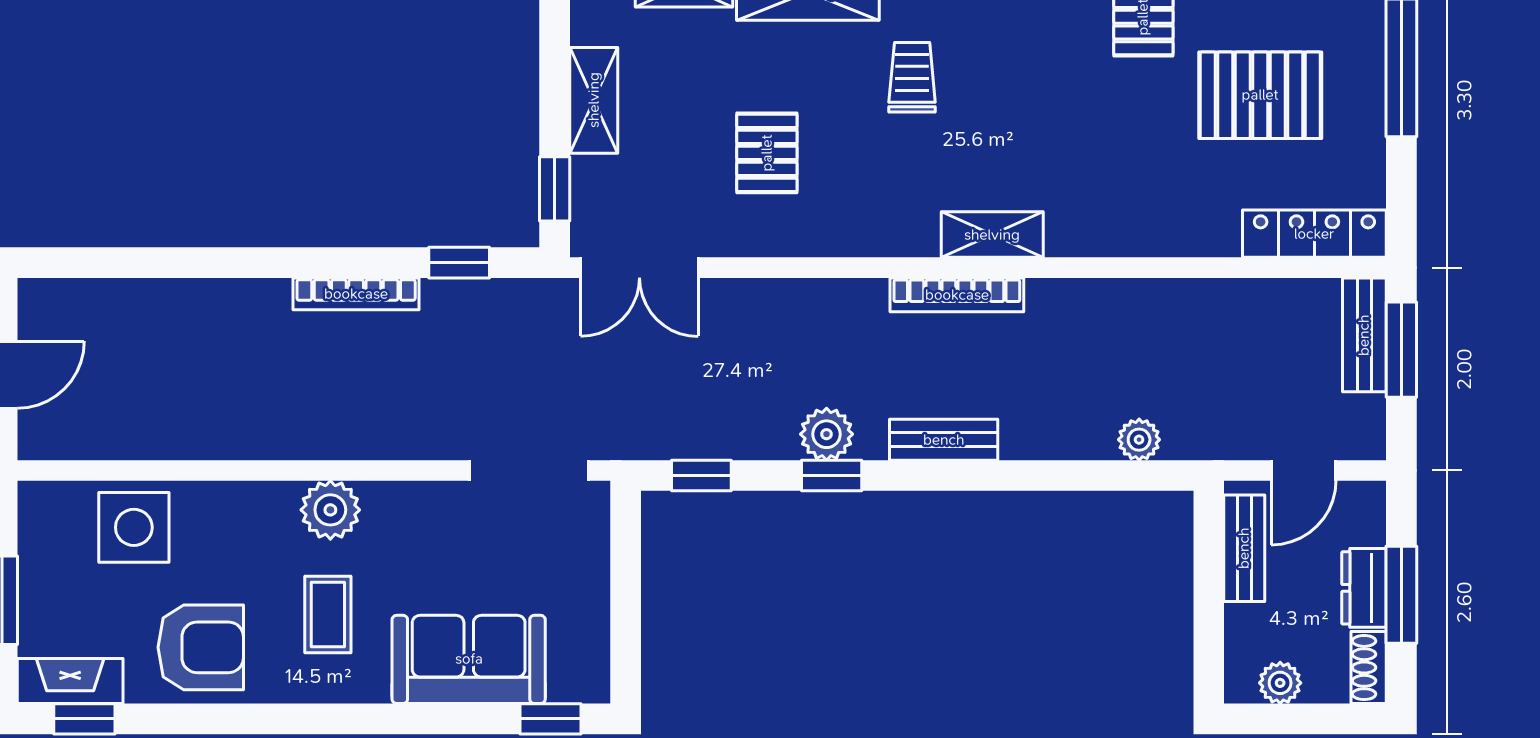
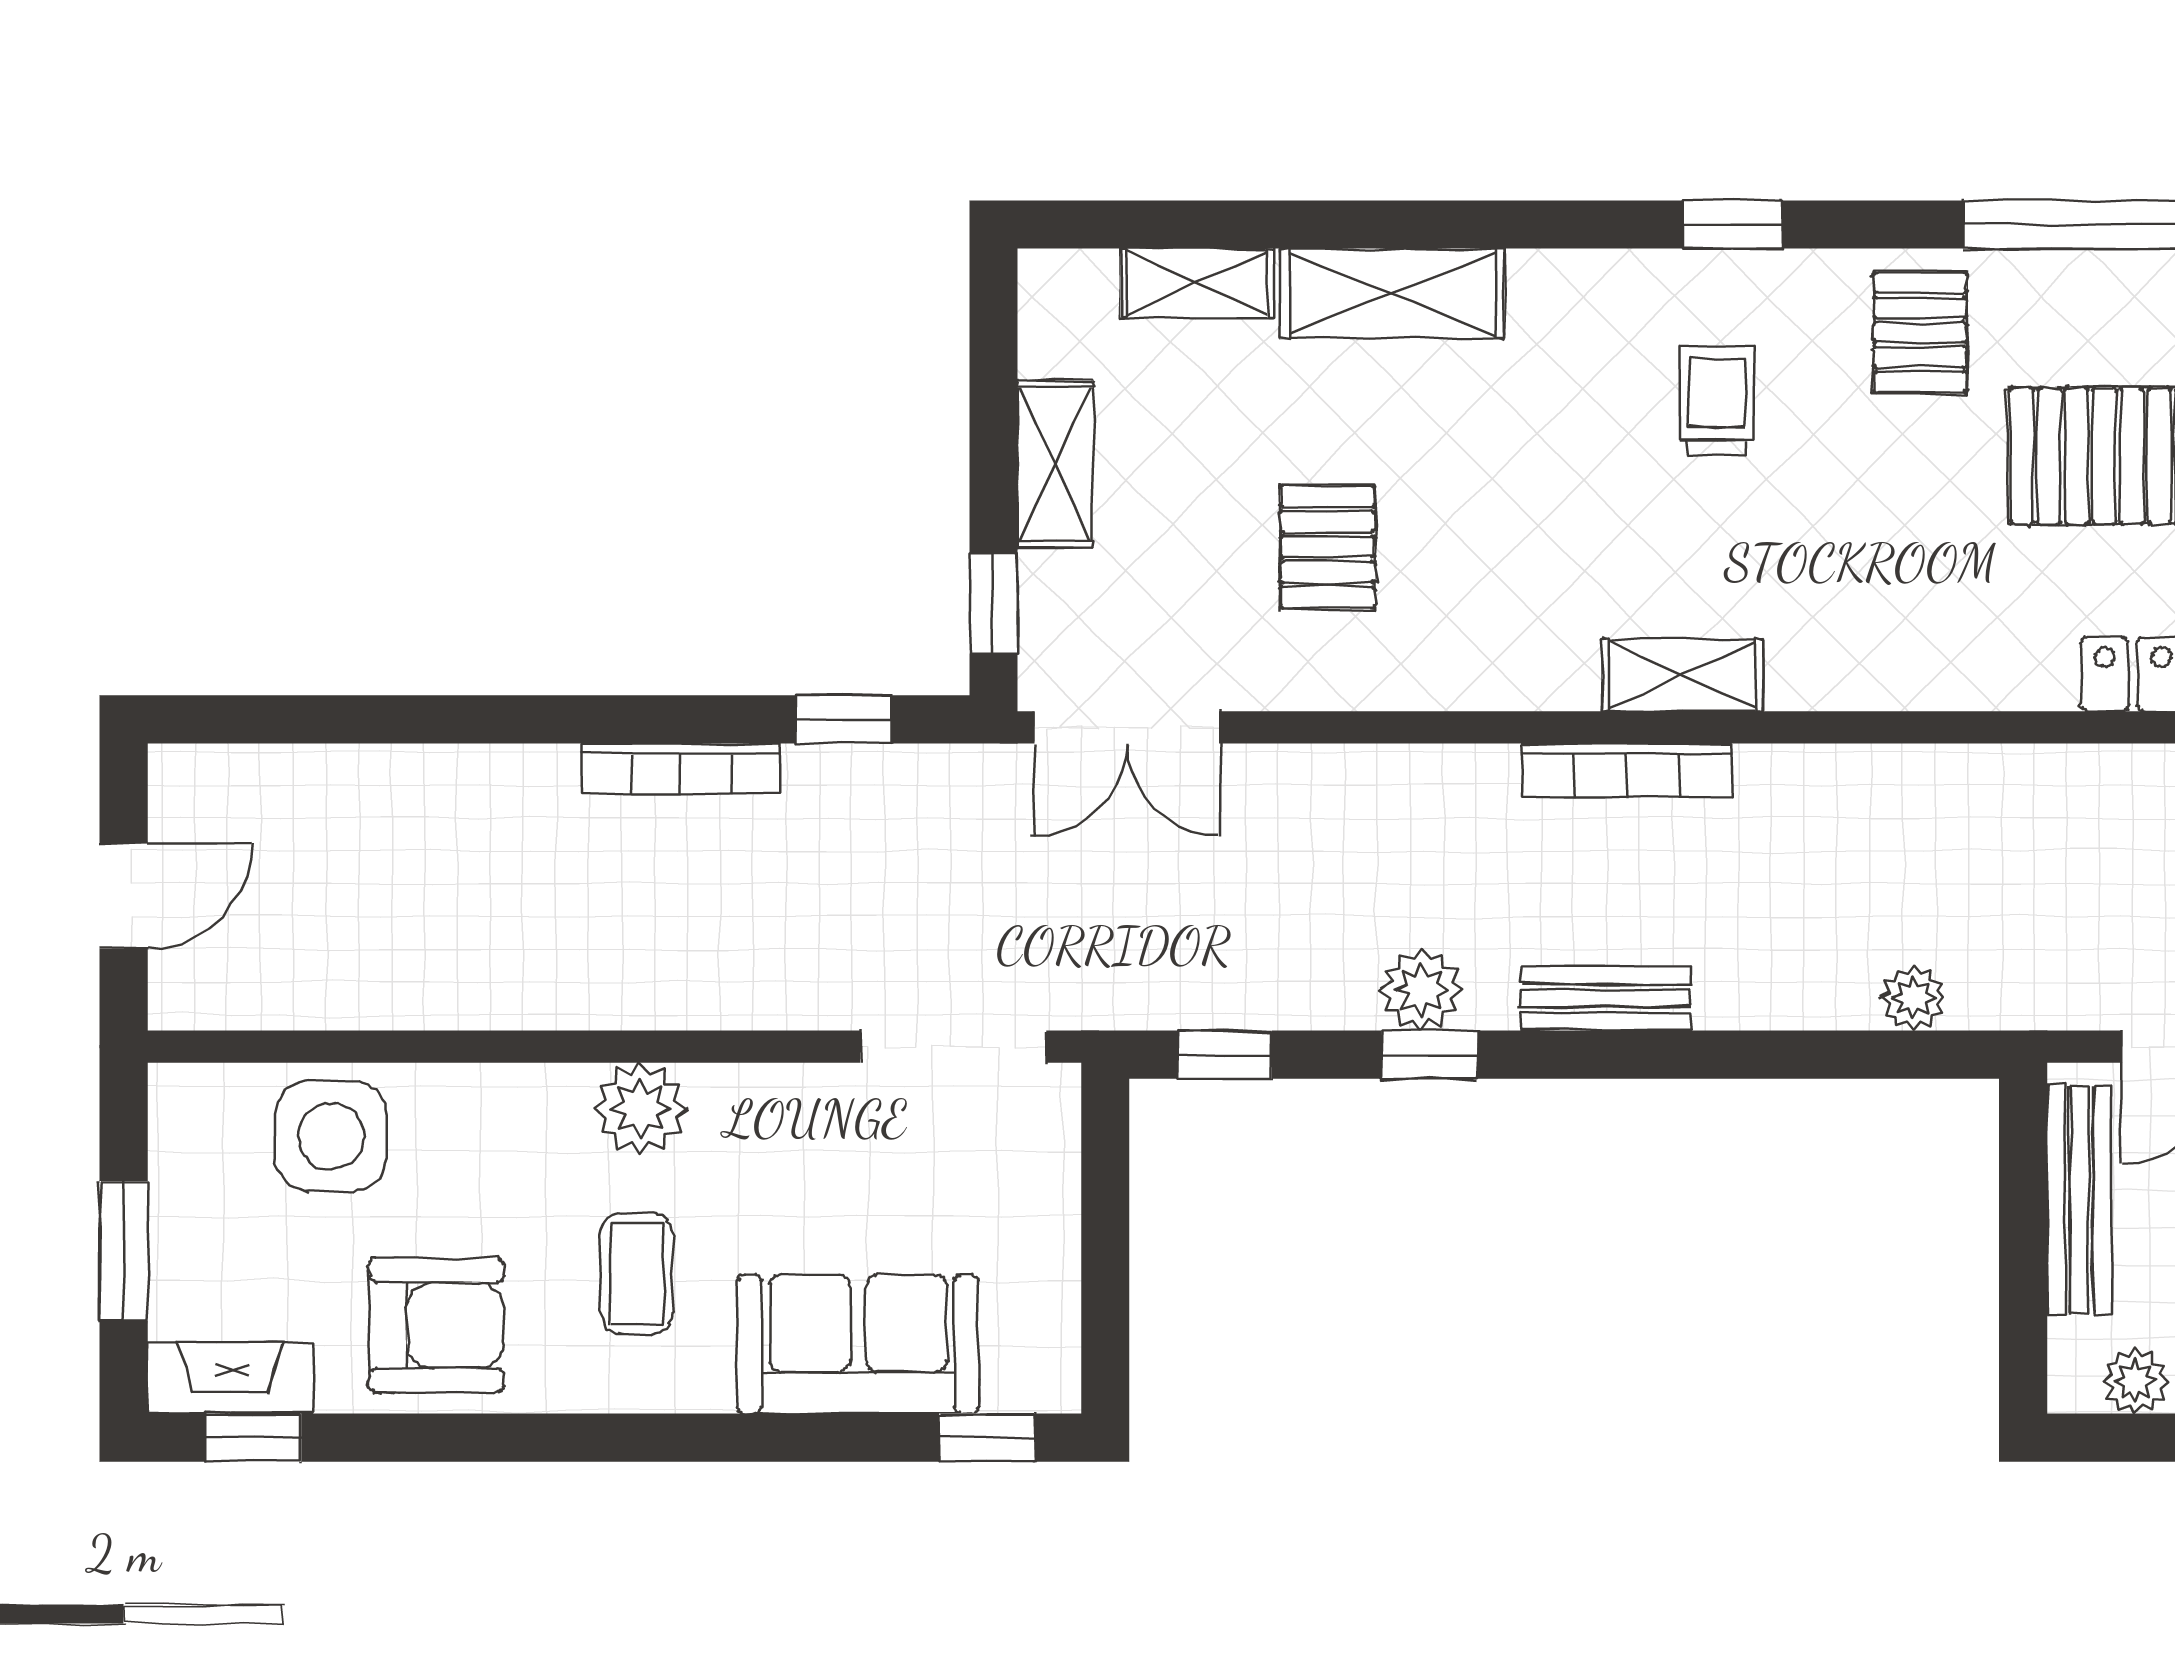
trolley: (912, 77) -> (1717, 401), moved
bench: (1244, 548) -> (2079, 1200), width x1.36

